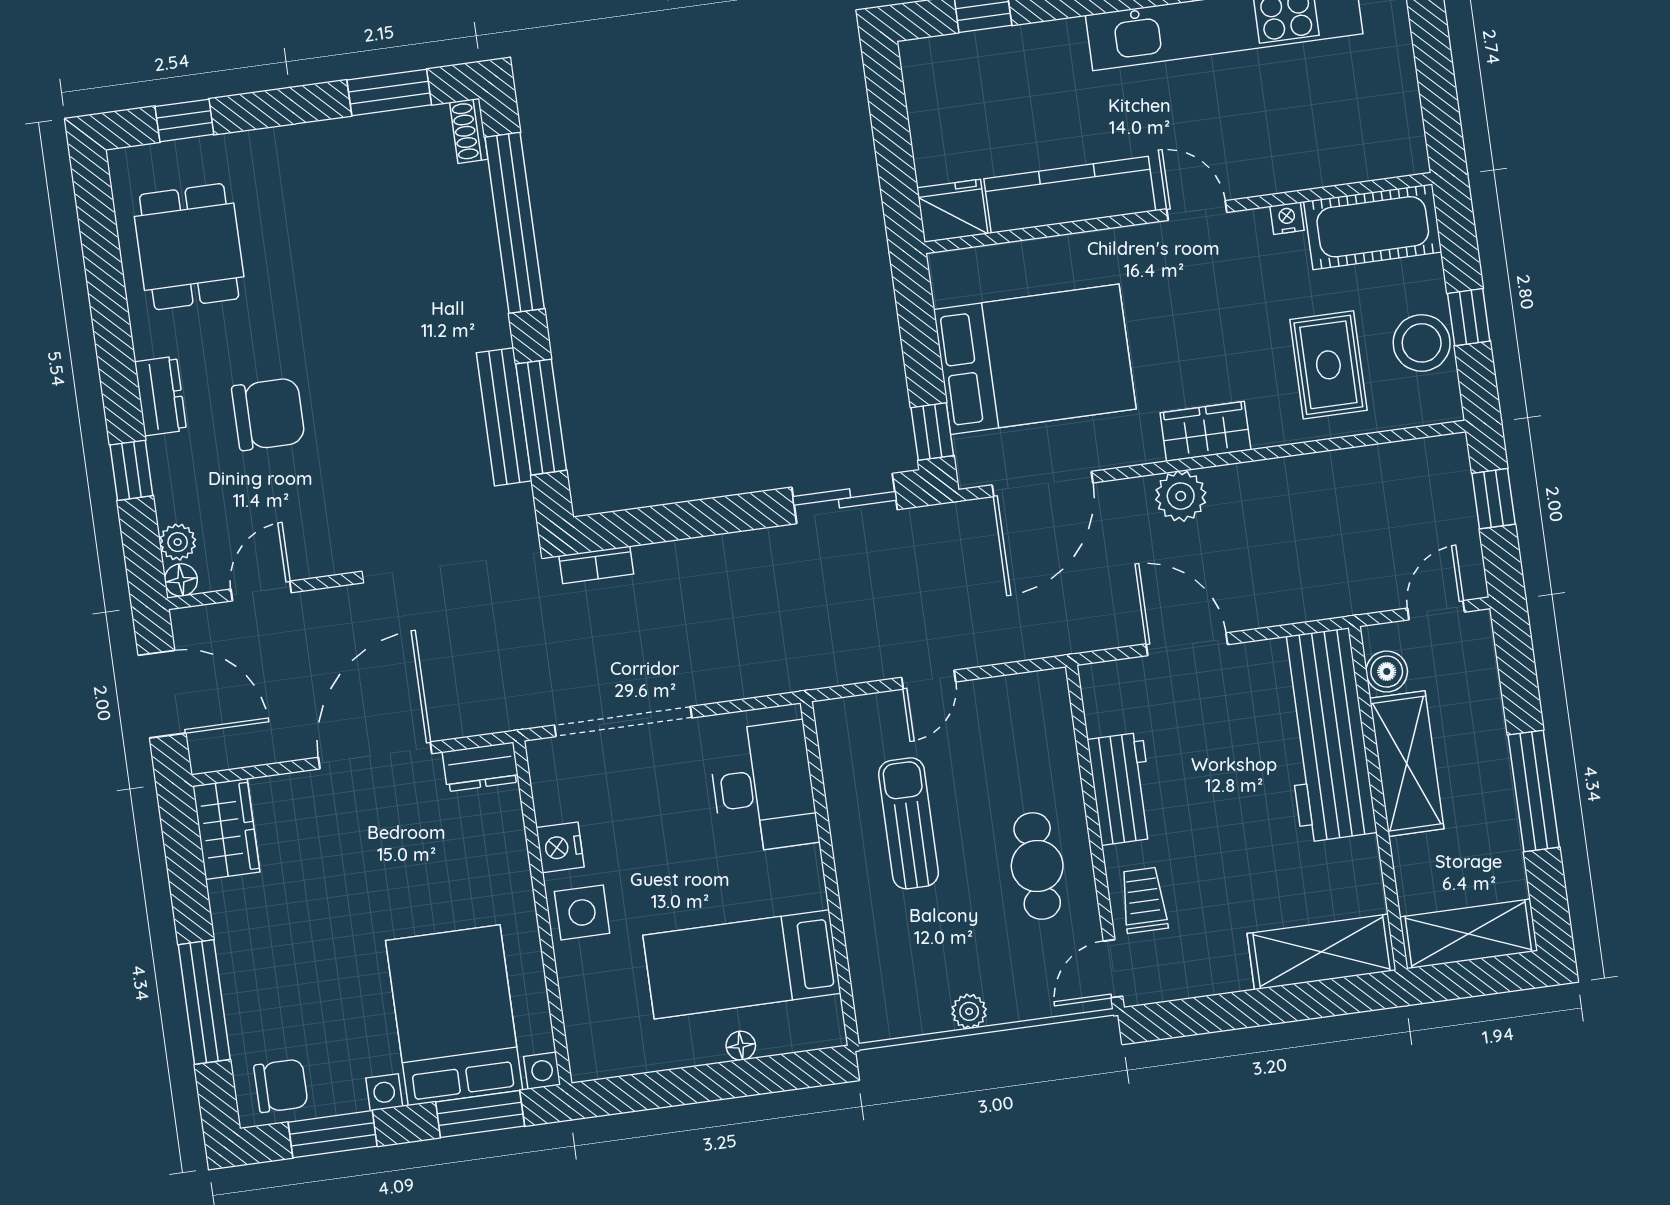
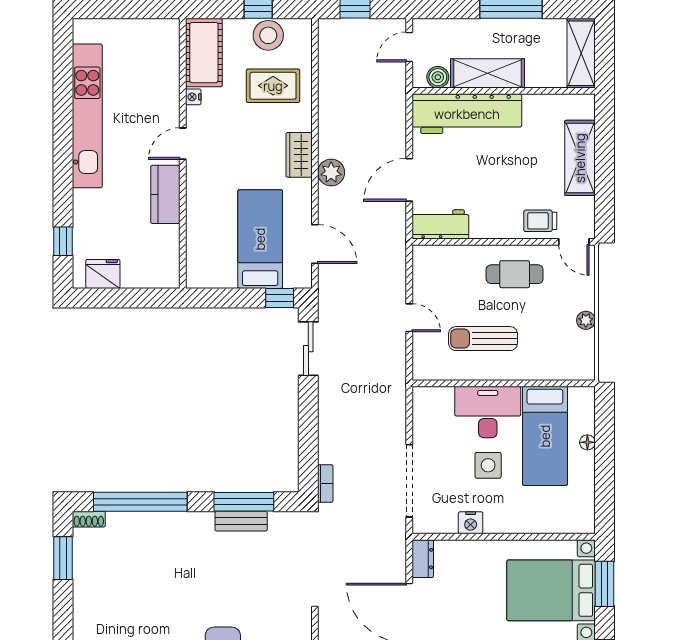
kitchen counter: (1070, 195) -> (165, 194), width x0.67
fridge: (952, 211) -> (103, 274), moved, turned 90
bed: (1035, 359) -> (260, 239), width x0.67
bench: (504, 417) -> (241, 521), width x0.73
door: (1042, 484) -> (315, 244), width x0.73
door: (1436, 610) -> (409, 47), hinge flipped
desk: (763, 787) -> (488, 412), moved
workbench: (1122, 789) -> (440, 224), moved
side table: (582, 912) -> (488, 465), moved
shelving: (1322, 952) -> (580, 158), moved

